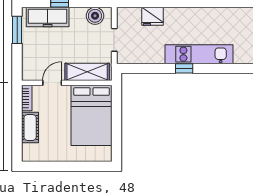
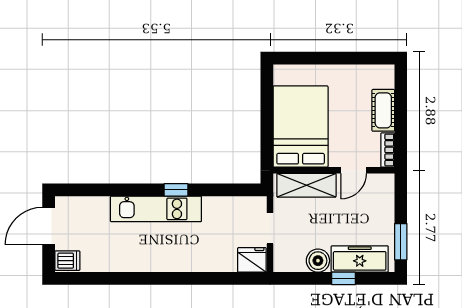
boiler: (95, 16) -> (318, 261), moved
fridge: (153, 16) -> (252, 260), moved

